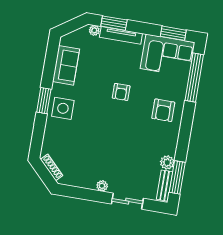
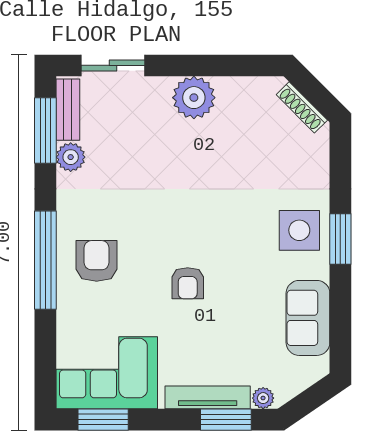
window: (194, 77) -> (45, 260), moved
armchair: (121, 92) -> (188, 283), turned 180
plant: (102, 186) -> (194, 98), width x1.87, depth x1.87
sliding door: (127, 201) -> (113, 65), moved

